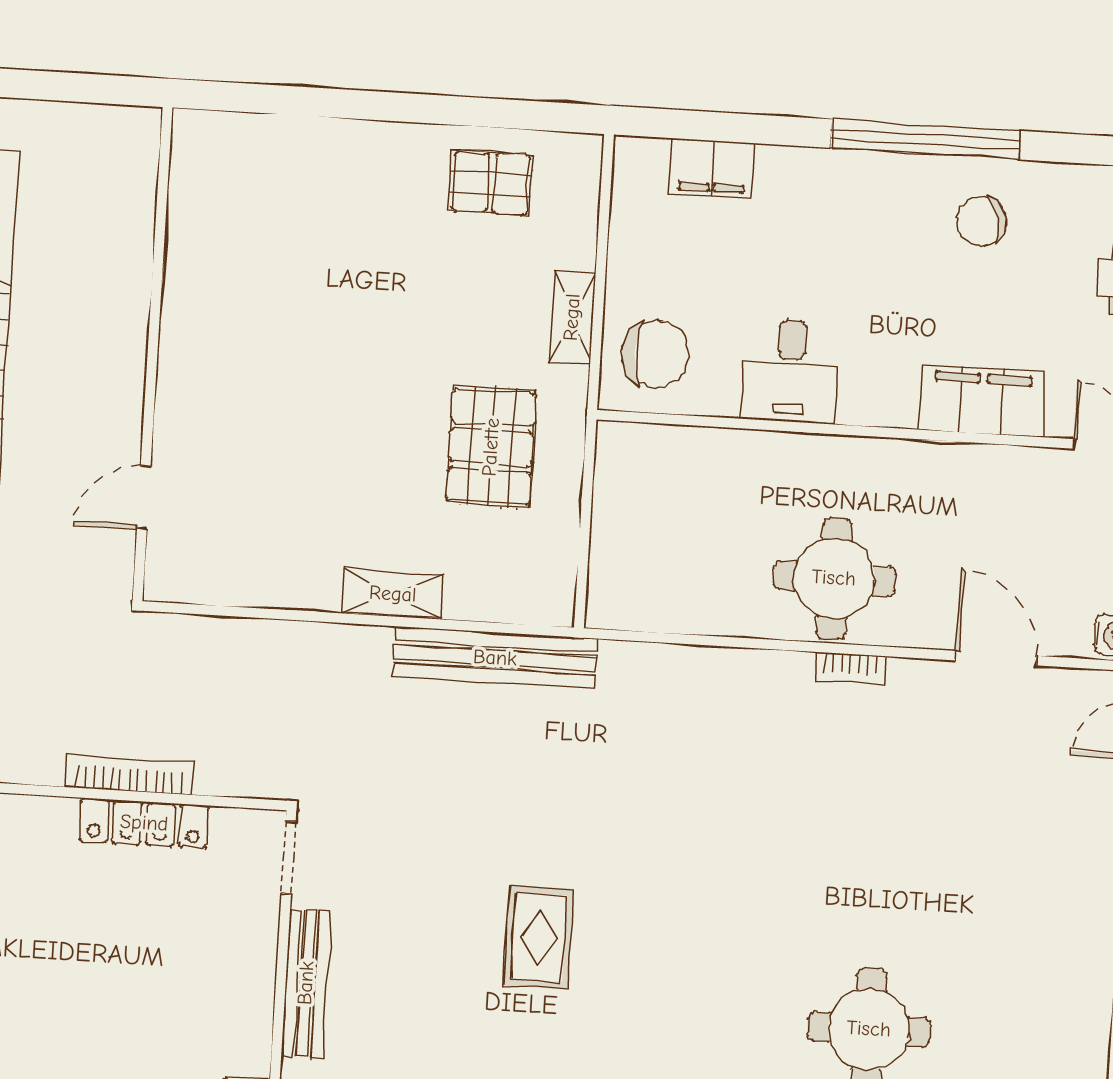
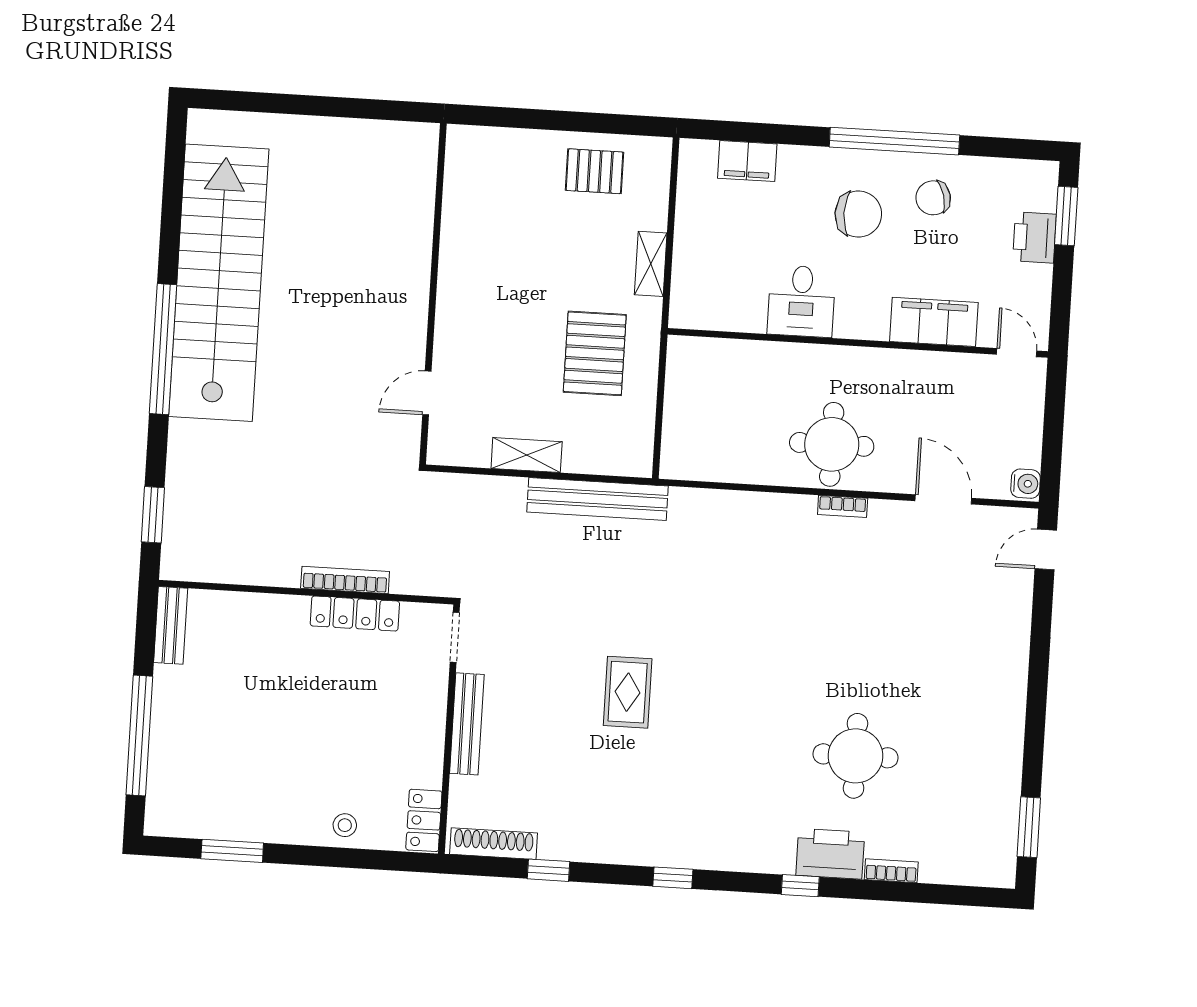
wall: (152, 354) -> (433, 294), moved
chair: (656, 354) -> (858, 214), moved
door: (144, 498) -> (427, 393), moved

